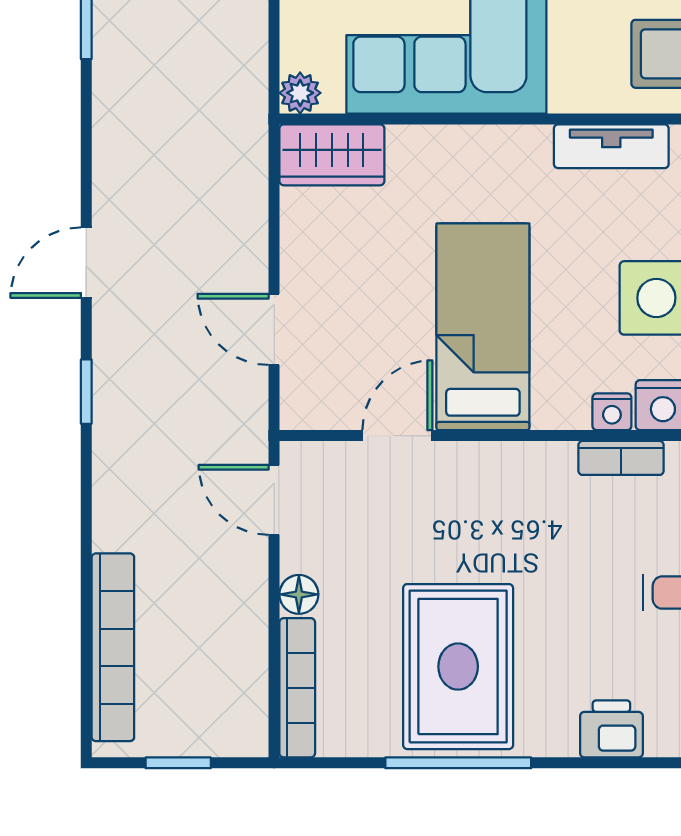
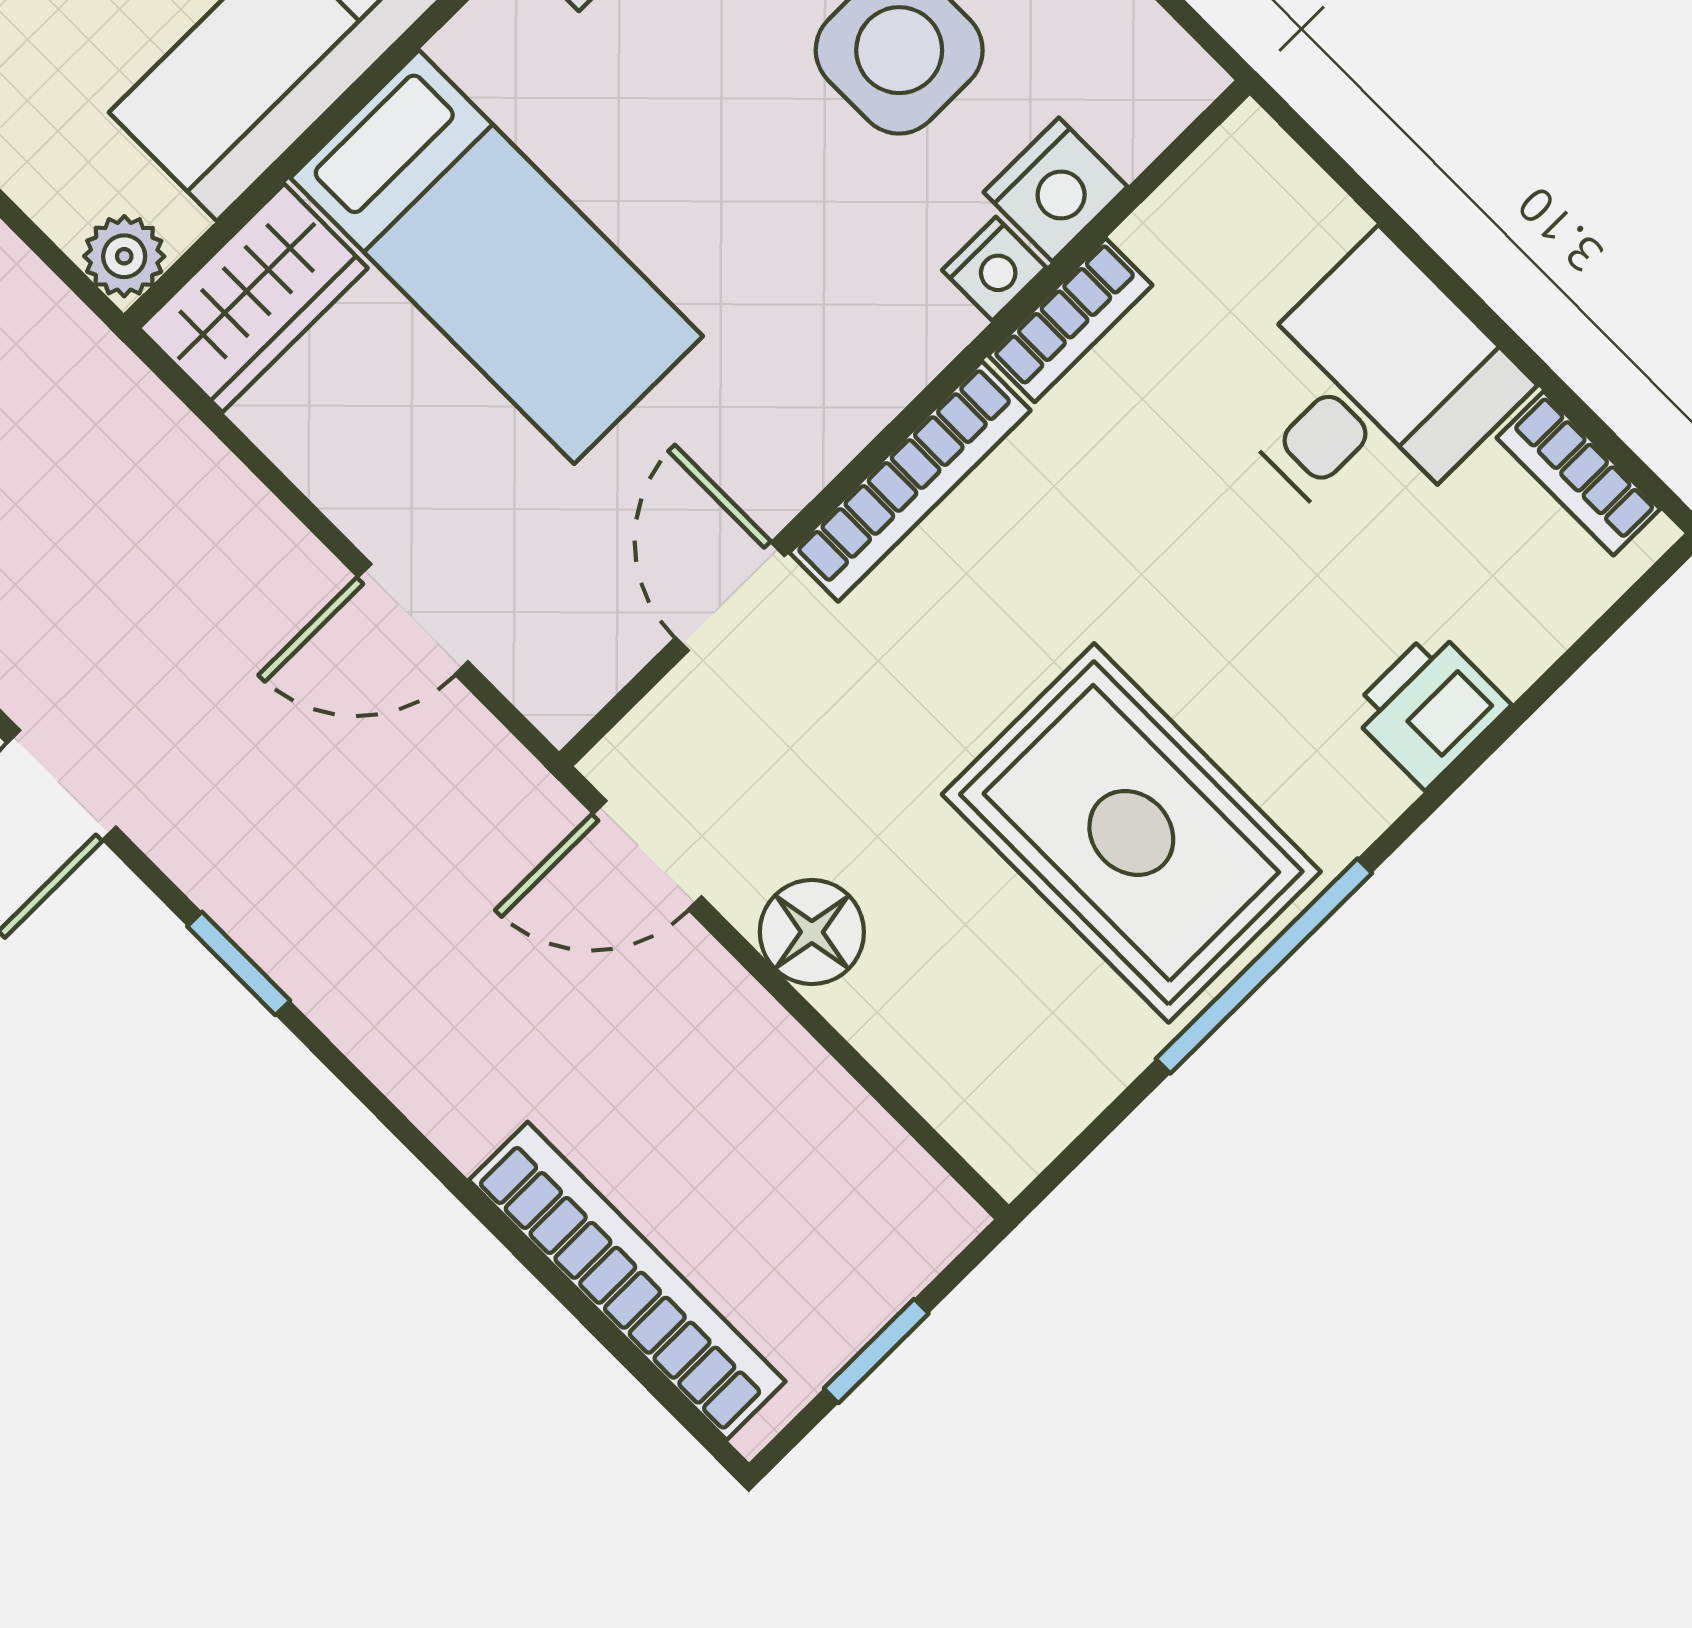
bed: (483, 327) -> (496, 257), moved, turned 180
floor lamp: (299, 594) -> (812, 932), width x1.37, depth x1.37
bookcase: (297, 688) -> (910, 481), moved, turned 90

